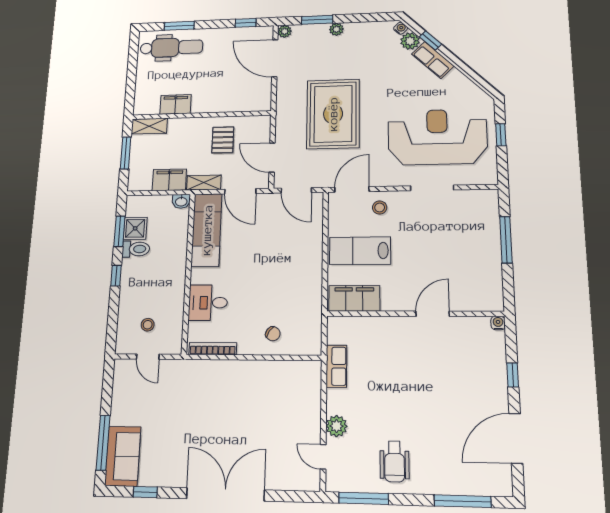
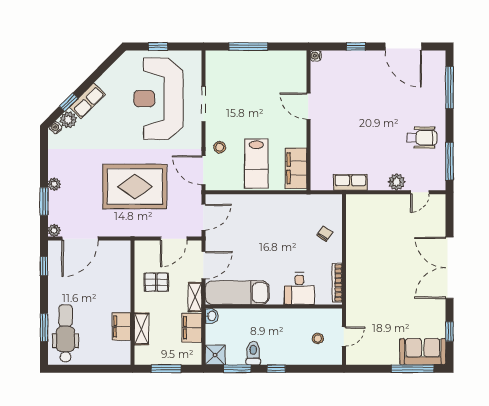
shelving: (149, 126) -> (141, 329), moved
shower: (135, 228) -> (215, 355), moved

